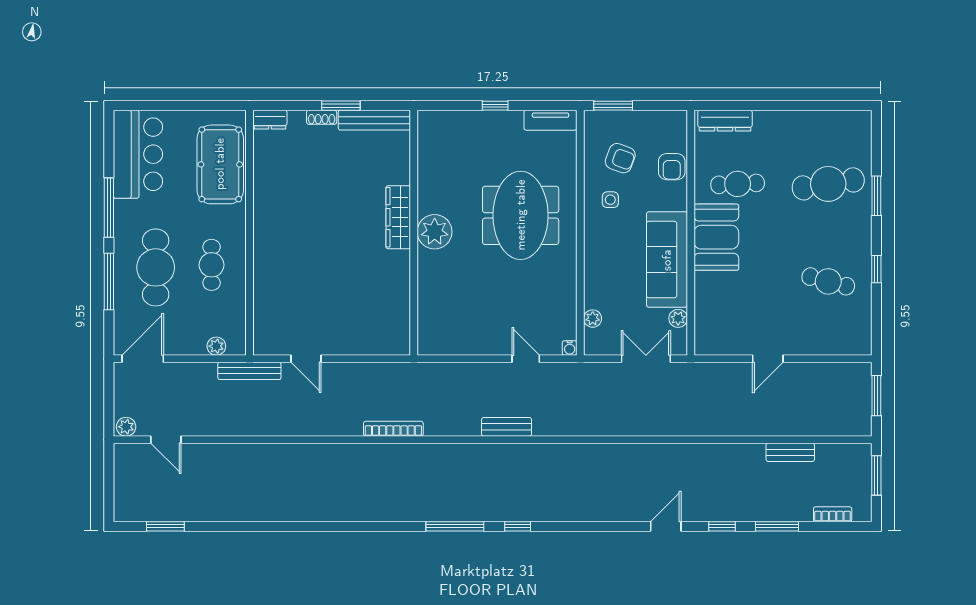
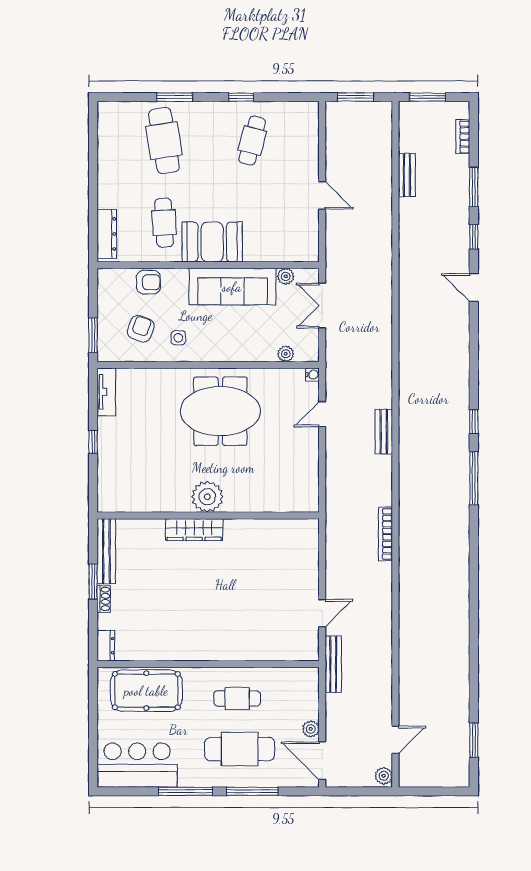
meeting table: (521, 215) -> (220, 411), moved
plant: (216, 346) -> (311, 729), moved

